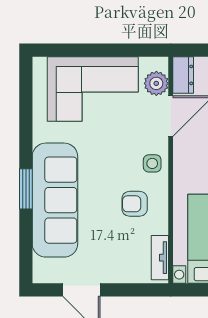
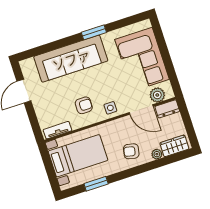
window: (26, 189) -> (94, 32), moved
armchair: (135, 204) -> (84, 105), turned 90

